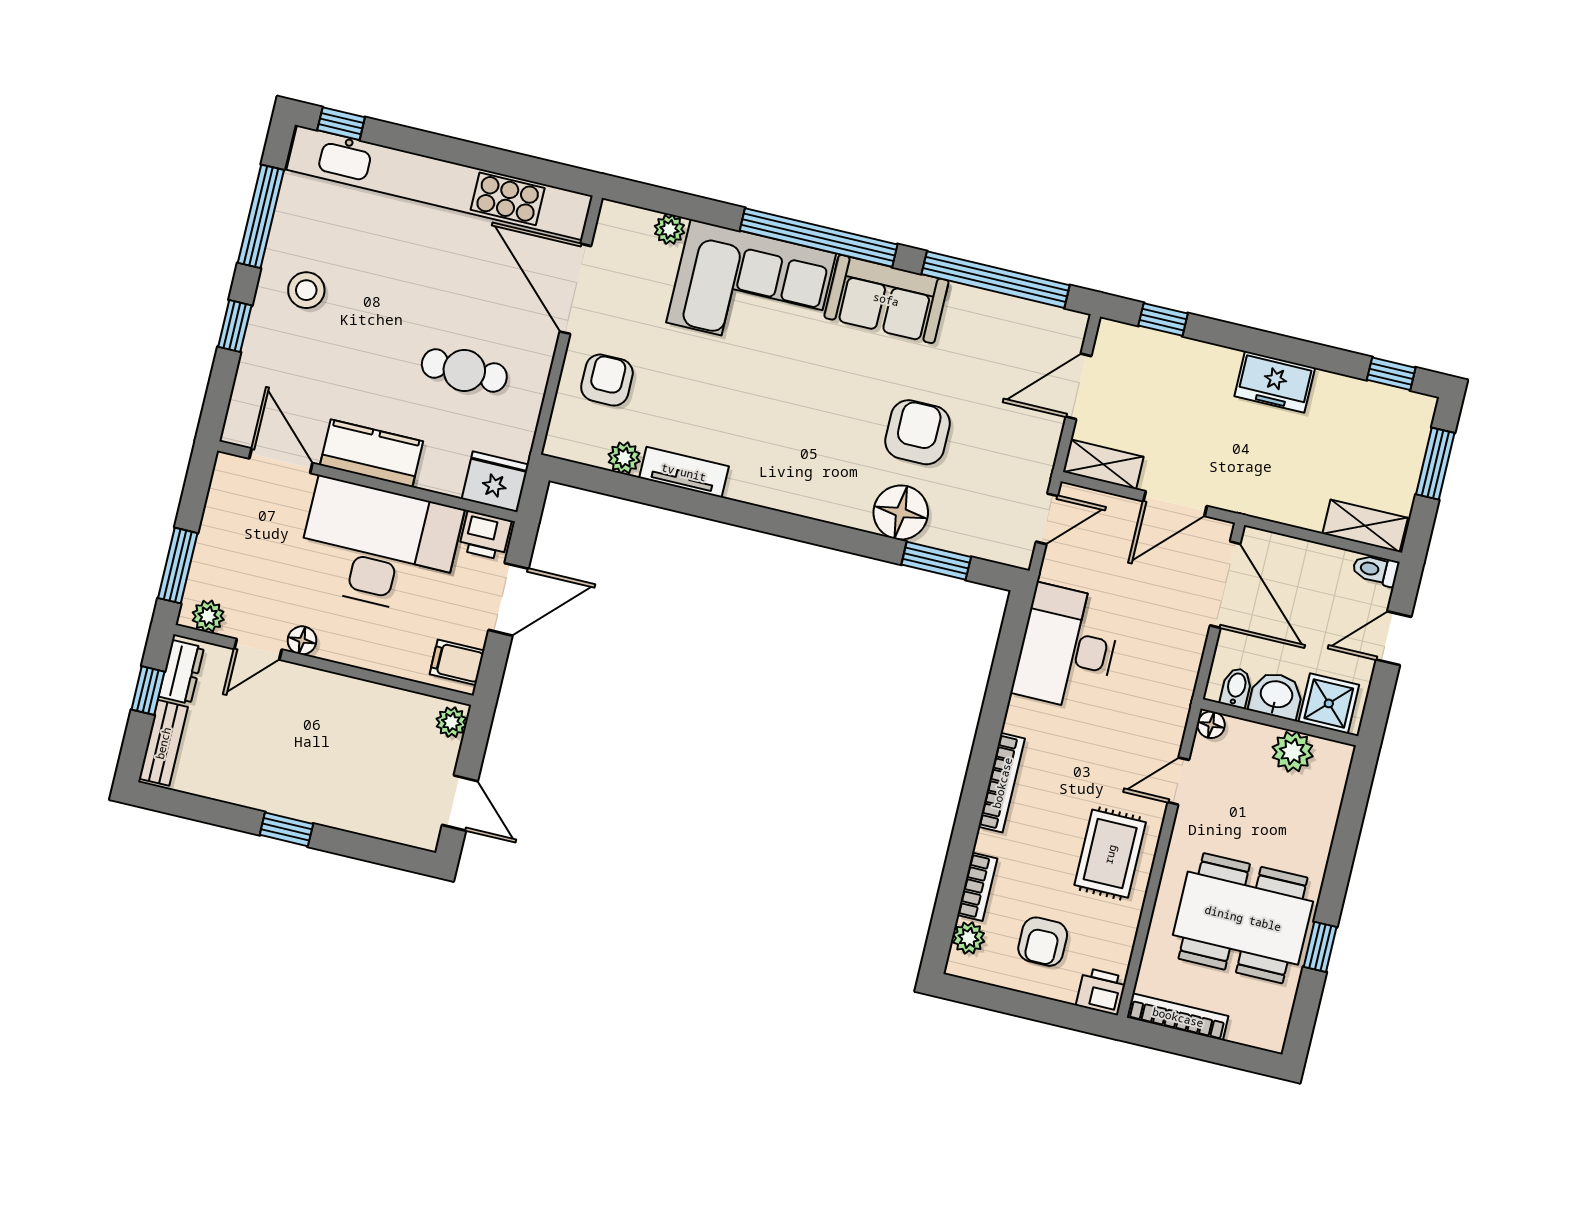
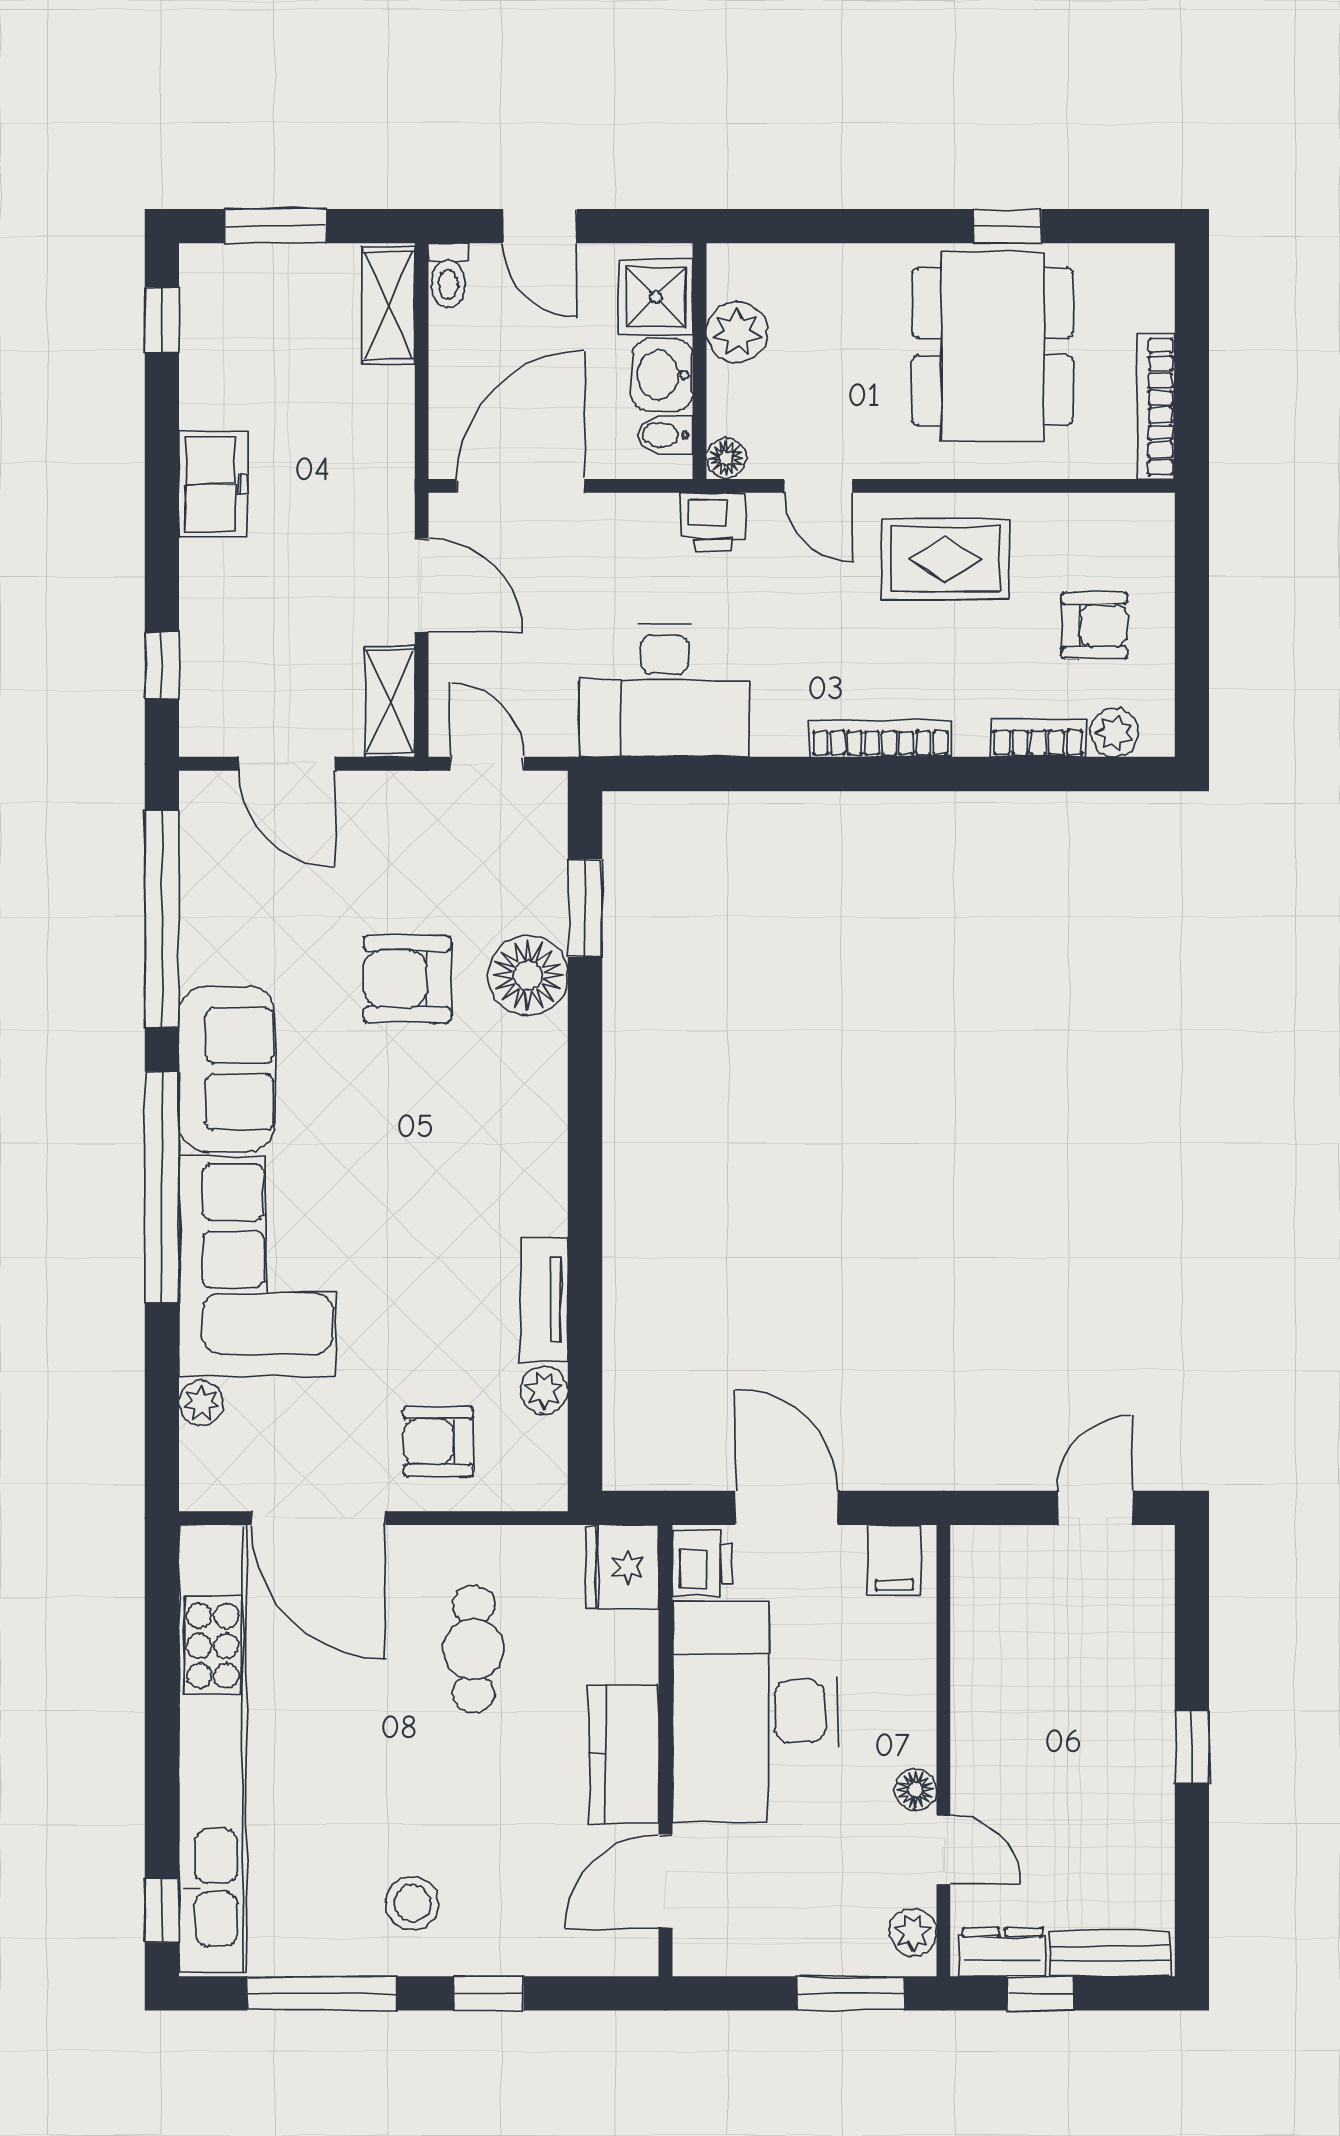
door: (575, 289) -> (319, 1518), hinge flipped
plant: (451, 722) -> (982, 1548), removed
printer: (1101, 991) -> (713, 522), moved, turned -90

